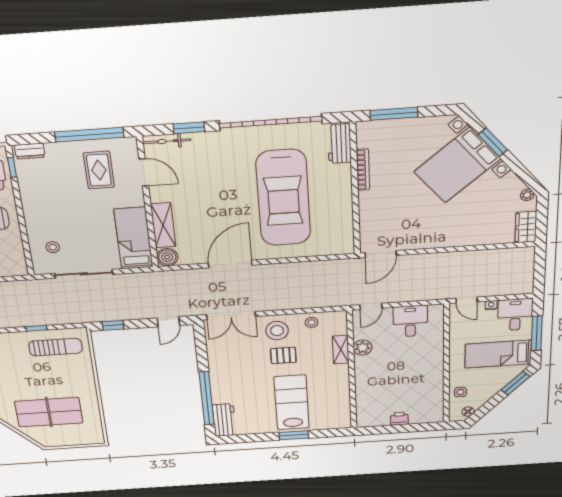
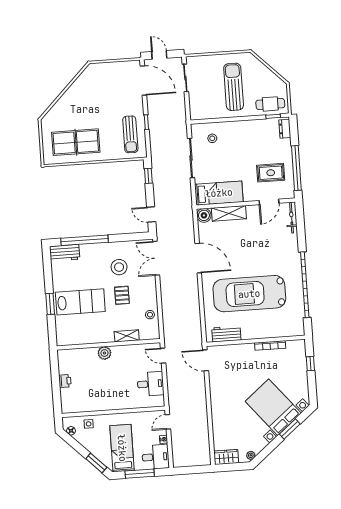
window: (394, 114) -> (310, 364), width x0.46
window: (189, 128) -> (301, 232), removed
workbench: (339, 144) -> (226, 334), moved
stool: (277, 331) -> (119, 267), moved
plant: (363, 348) -> (104, 353), moved
table tennis table: (49, 412) -> (76, 142), moved, turned 90

